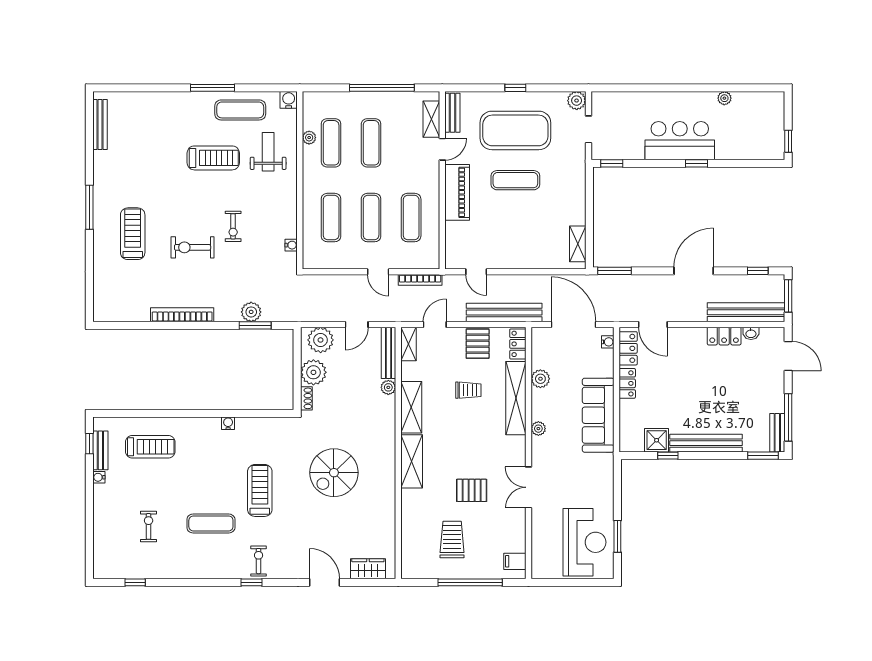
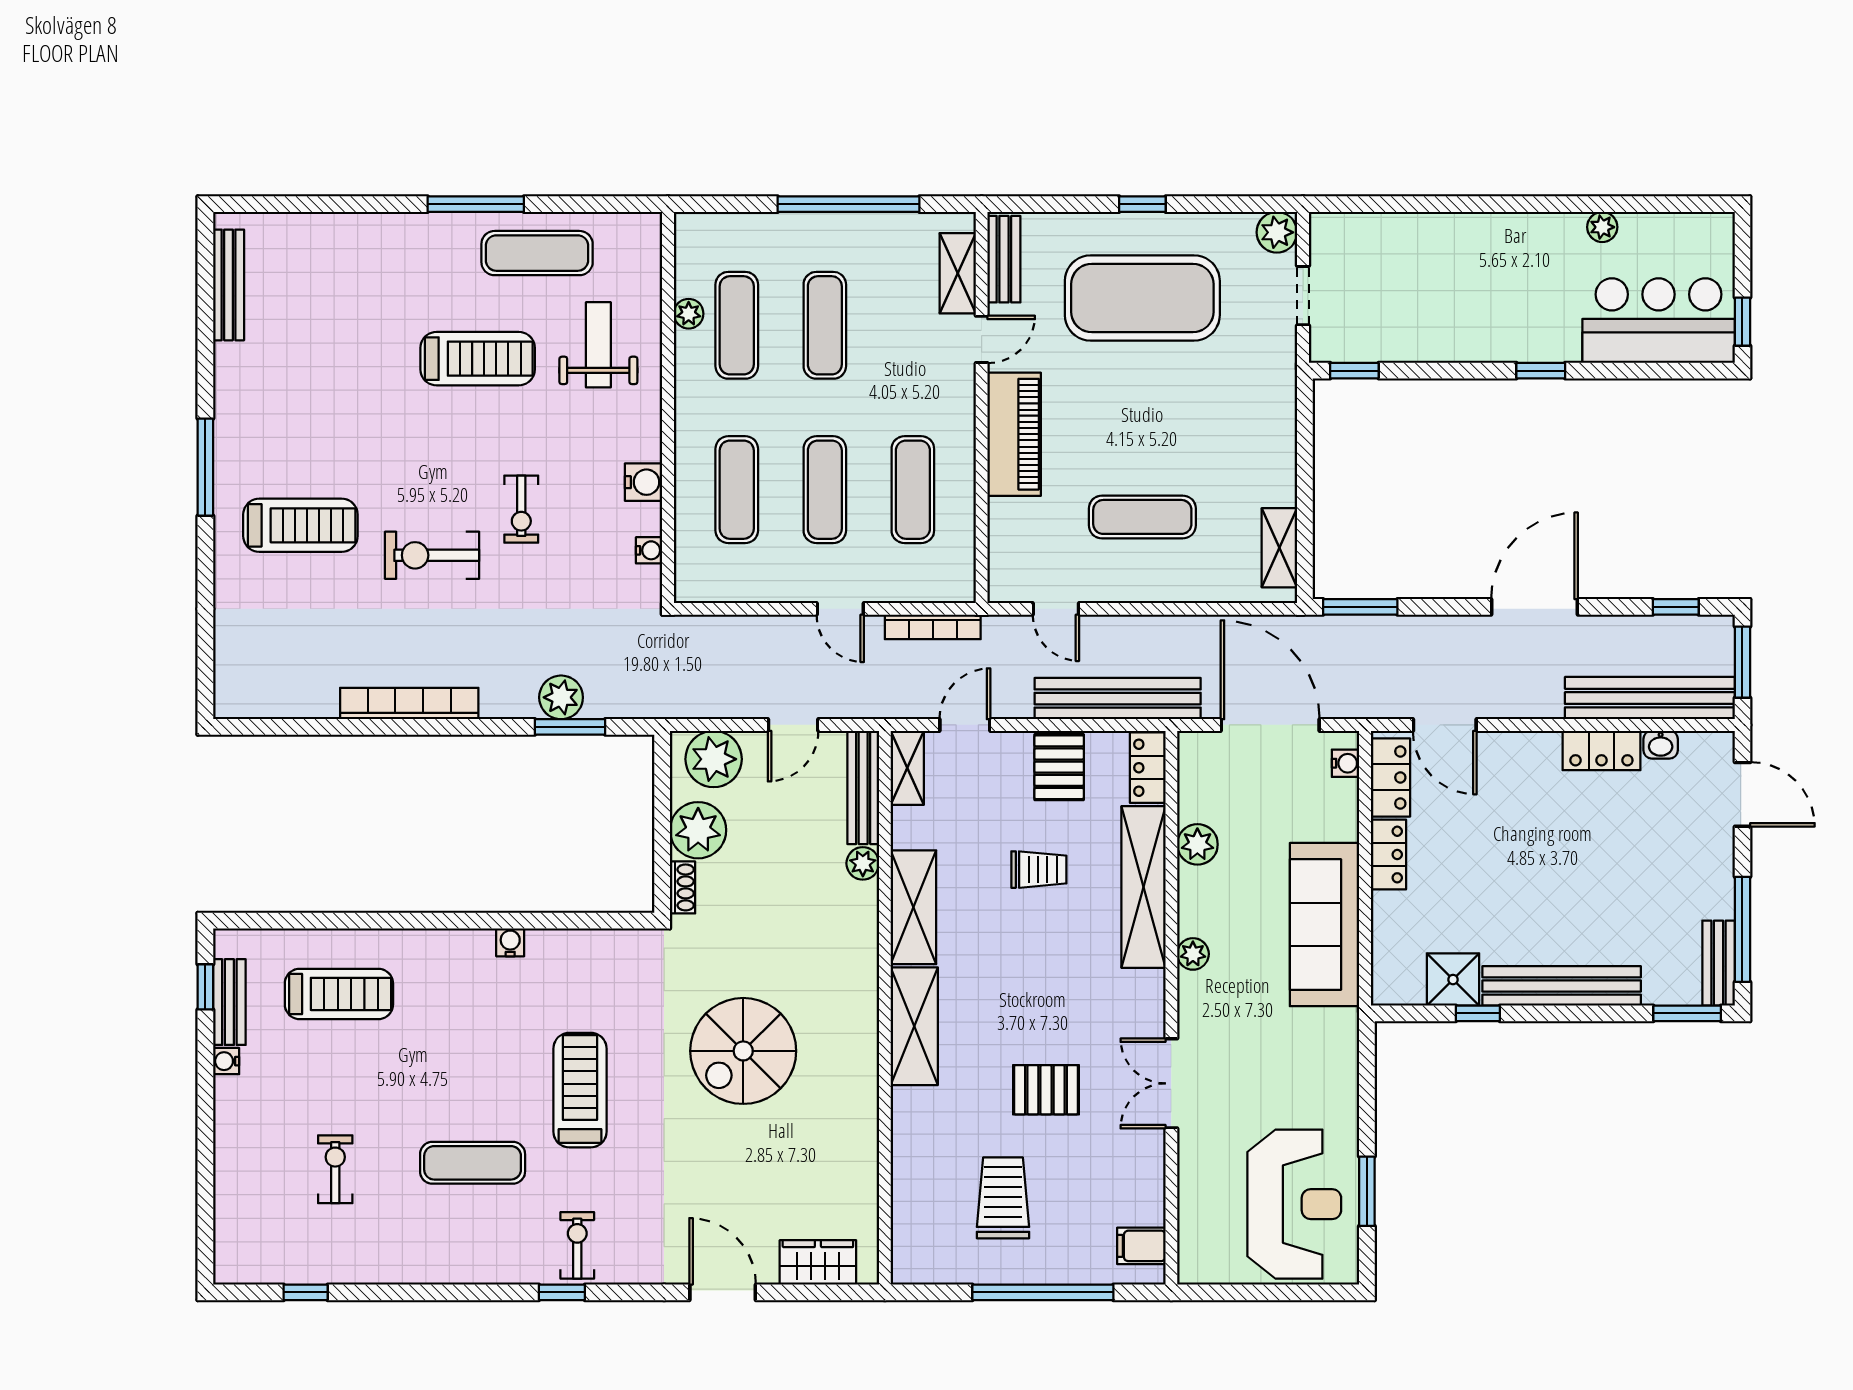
water cooler: (289, 100) -> (643, 482), moved, turned 90
bar counter: (680, 141) -> (1659, 321), moved
exercise mat: (515, 180) -> (1142, 517), moved
treadmill: (133, 234) -> (300, 525), turned 90

